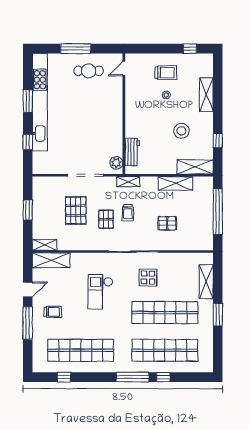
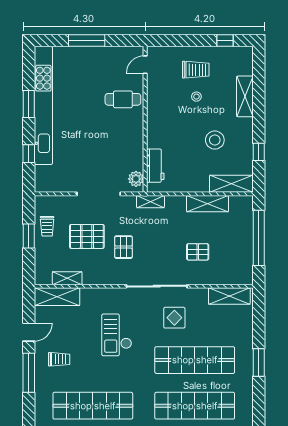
cafe table: (89, 71) -> (123, 99), moved
pallet: (76, 210) -> (87, 236), turned 90
trolley: (128, 213) -> (47, 226), moved
shelving: (45, 245) -> (67, 278), moved
shelving: (206, 282) -> (229, 296), moved, turned 90

